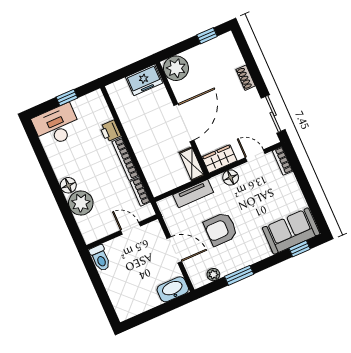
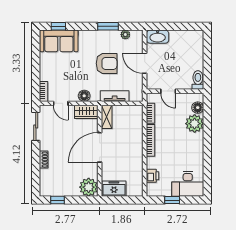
printer: (110, 131) -> (153, 176), moved
floor lamp: (68, 185) -> (198, 108), moved

